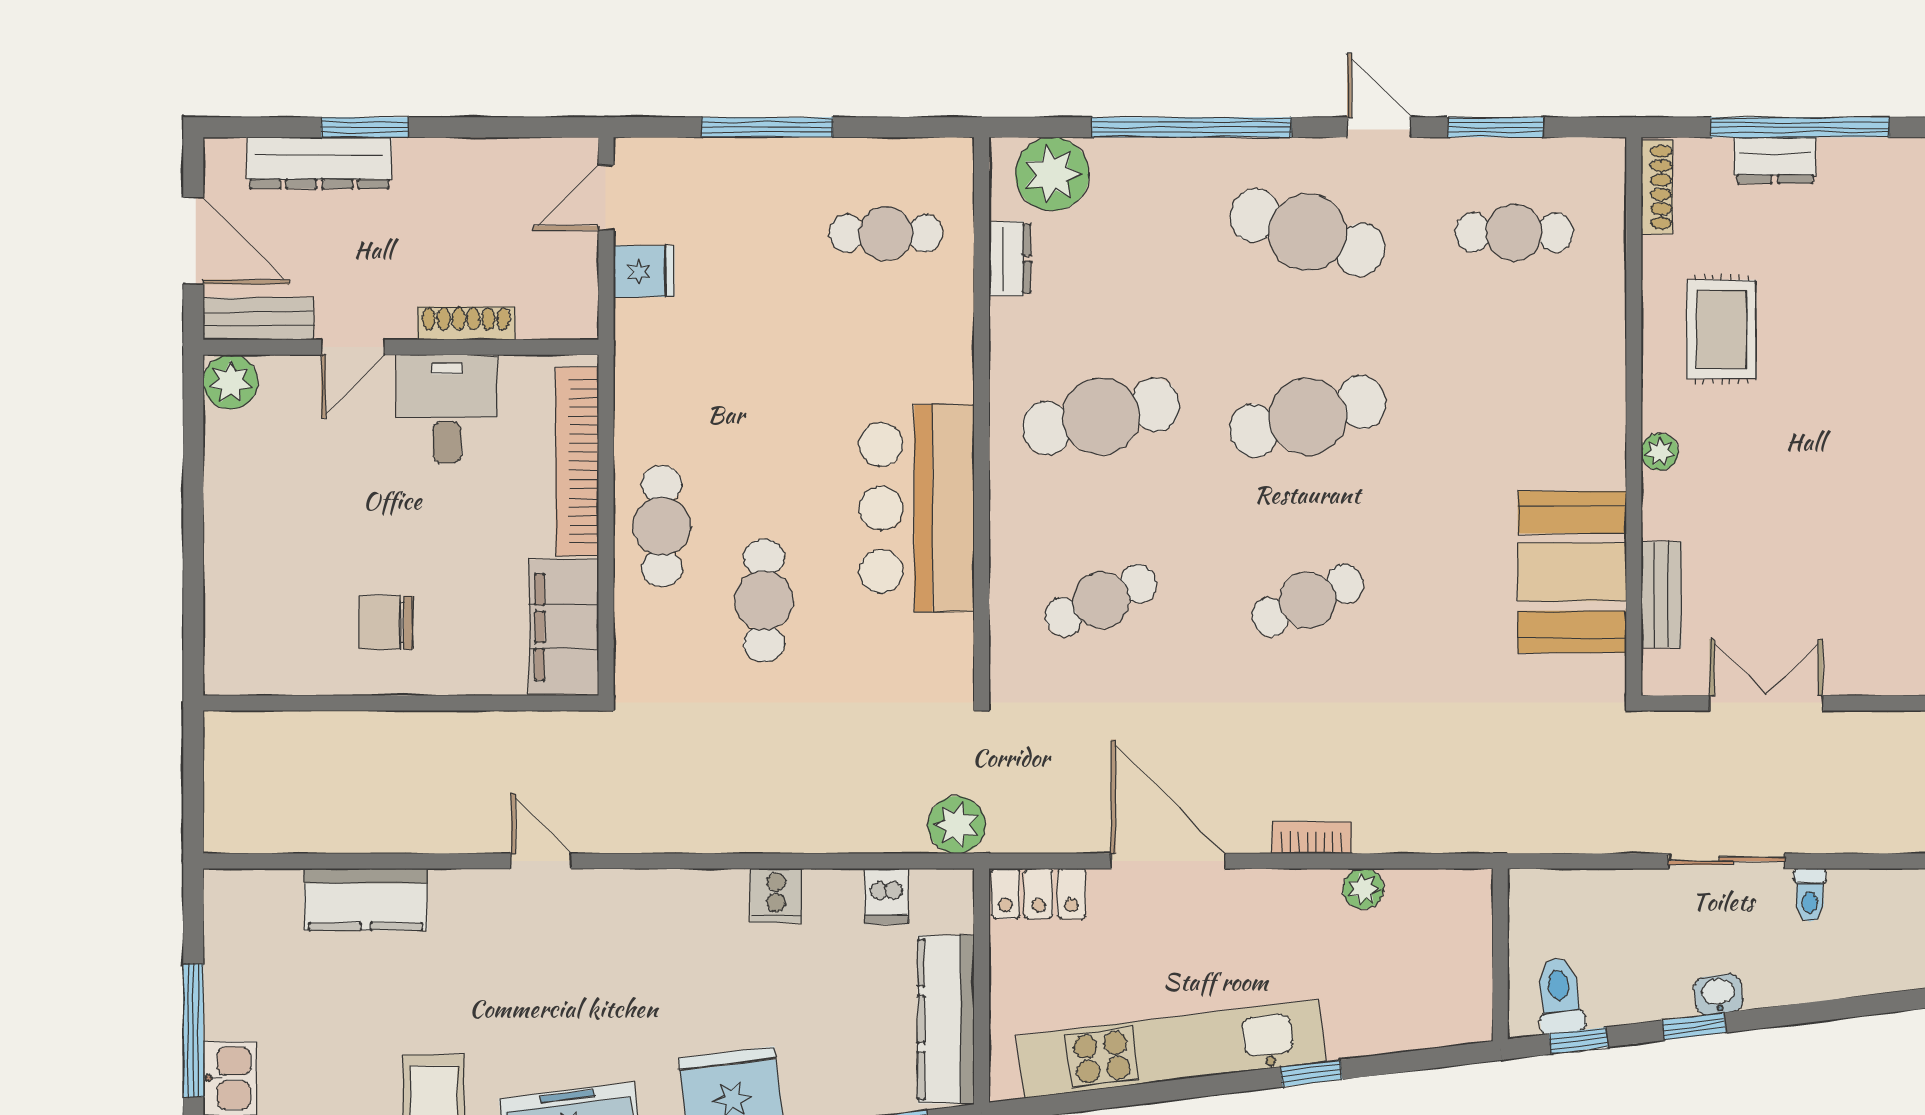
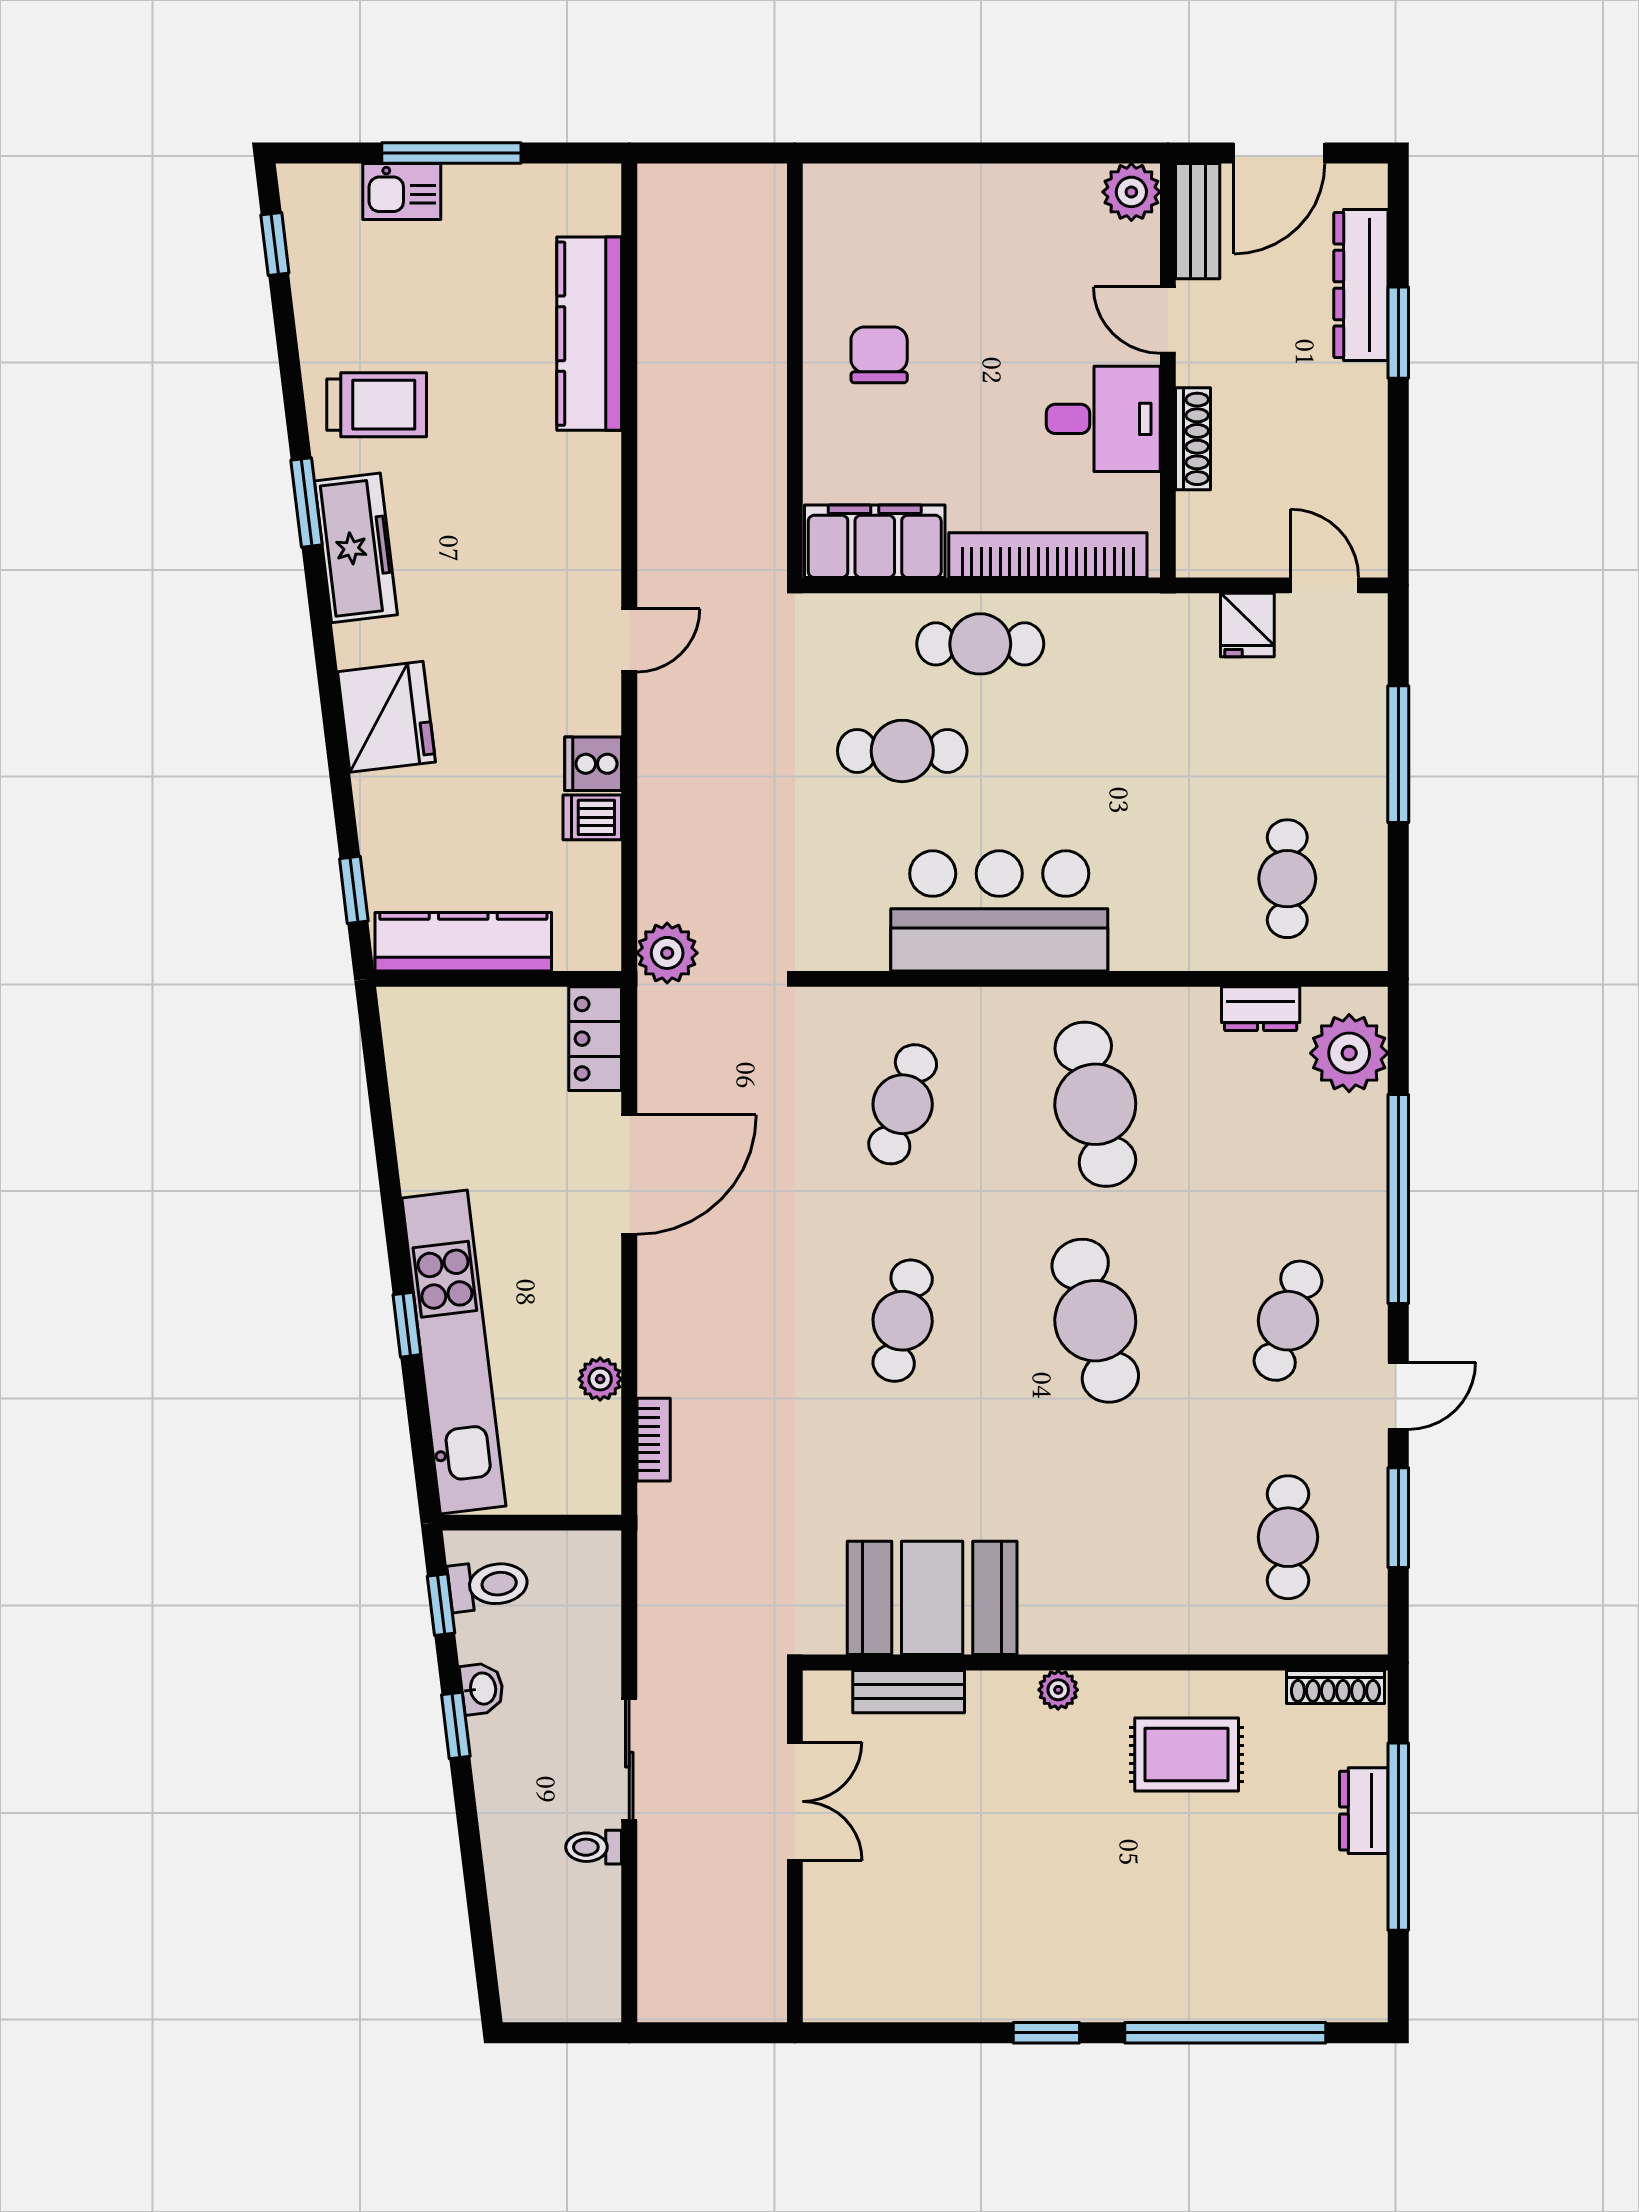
cafe table: (1308, 232) -> (1288, 1321), width x0.73, depth x0.74
cafe table: (1101, 600) -> (903, 1104), turned 42
cafe table: (1308, 600) -> (903, 1321), turned 36
bookcase: (1311, 838) -> (654, 1440), moved
door: (541, 861) -> (629, 640), moved
dishwasher: (886, 896) -> (592, 817), moved
kitchen counter: (366, 899) -> (589, 334), width x1.50
washbasin: (1718, 994) -> (482, 1689), moved
kitchen unit: (1171, 1049) -> (454, 1352), moved

